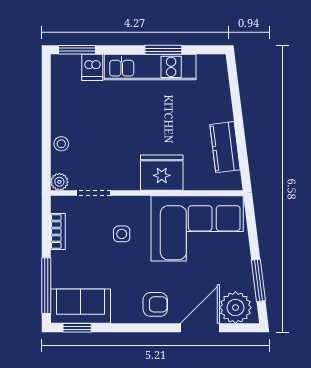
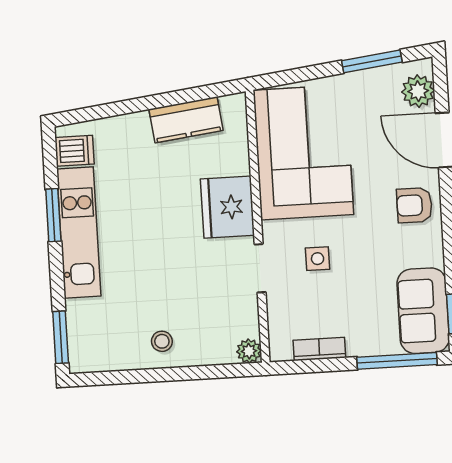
dishwasher: (92, 67) -> (75, 151), moved
stool: (61, 144) -> (162, 341), moved
doorway: (94, 193) -> (260, 268), moved
armchair: (155, 304) -> (414, 205), turned -90
plant: (235, 308) -> (418, 91), width x0.73, depth x0.73

